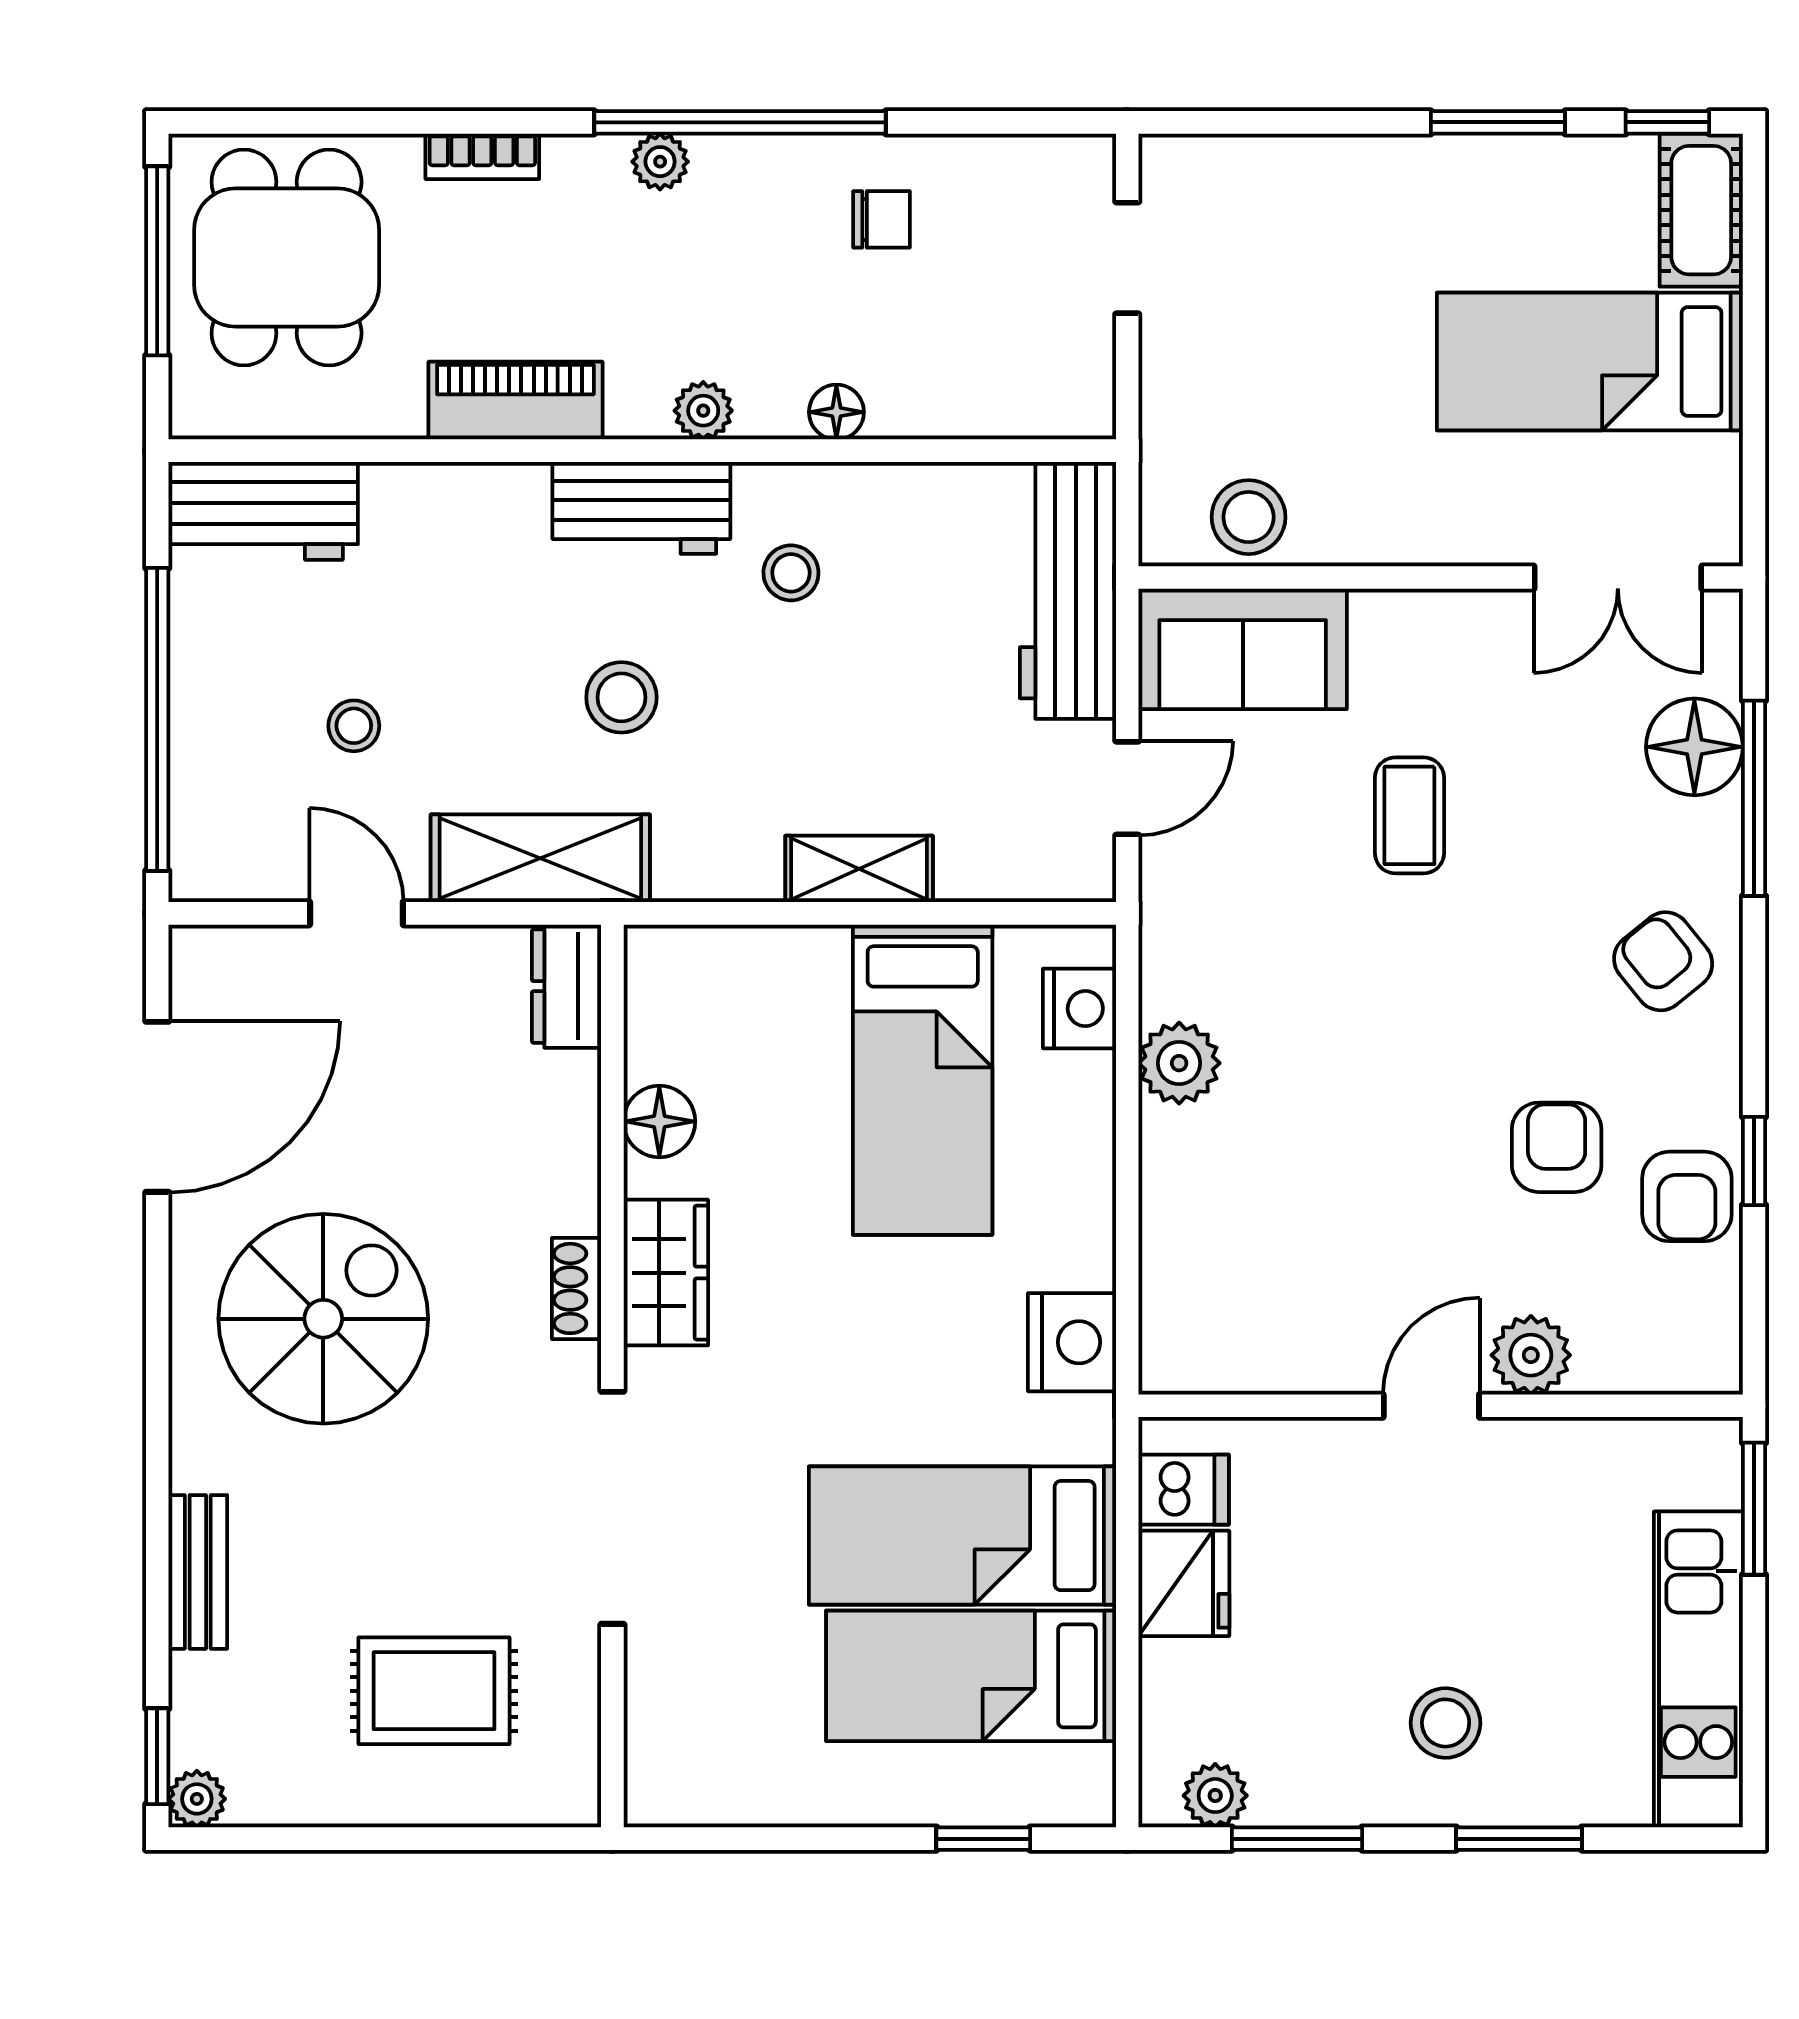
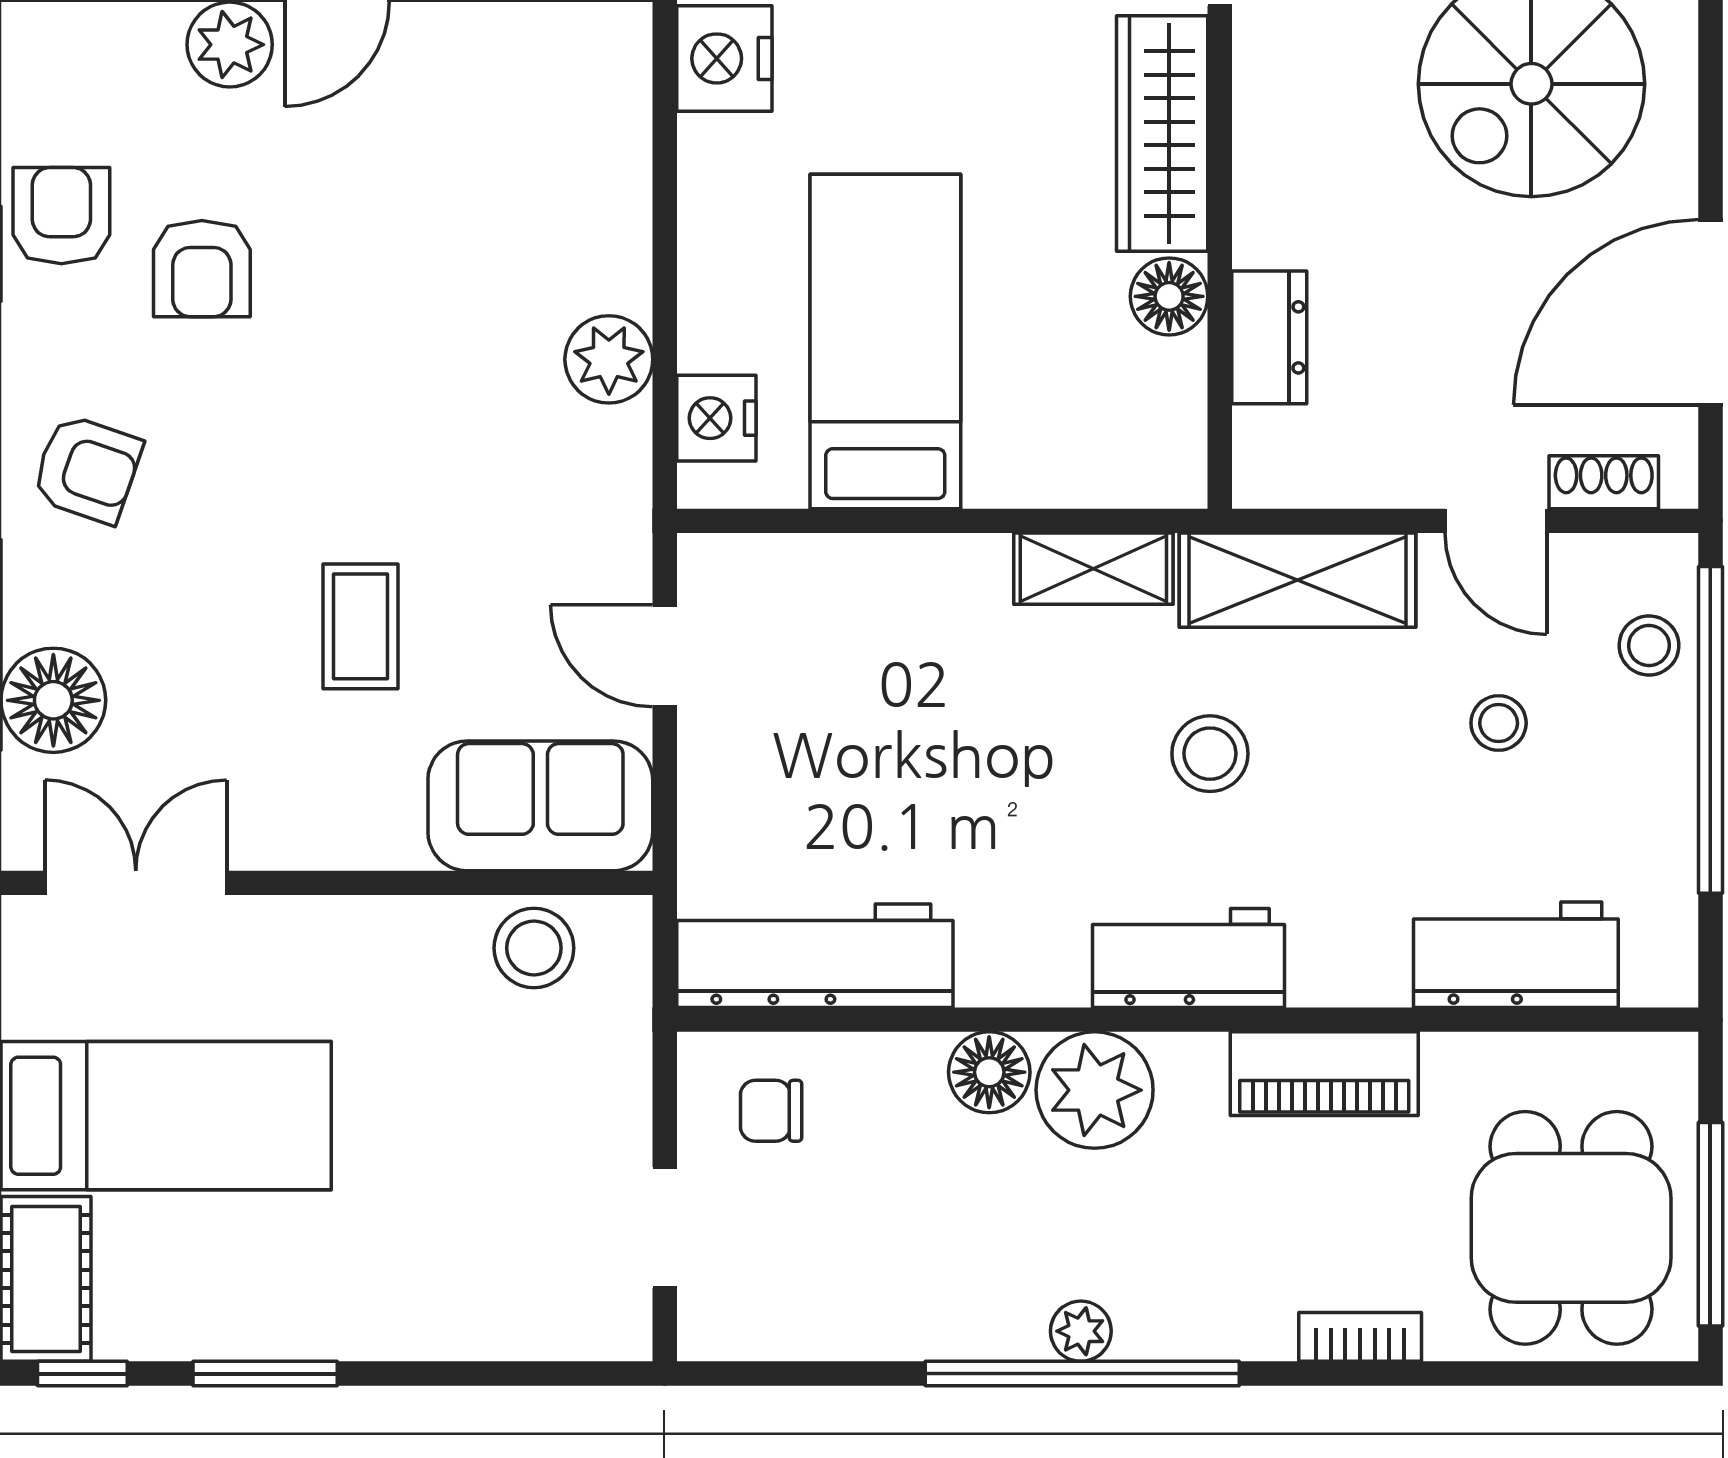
plant: (660, 162) -> (1081, 1331), moved
chair: (882, 219) -> (771, 1111), moved
plant: (703, 411) -> (1095, 1090), width x1.87, depth x1.87
floor lamp: (836, 412) -> (989, 1072), width x1.37, depth x1.37
workbench: (263, 511) -> (1516, 955), moved
stool: (791, 573) -> (1649, 646), moved
workbench: (1068, 591) -> (815, 956), moved, turned -90
door: (1127, 788) -> (665, 656), hinge flipped
shelving: (859, 869) -> (1093, 569), moved
armchair: (1663, 961) -> (87, 469), turned -32
dresser: (567, 986) -> (1269, 337), moved
wardrobe: (666, 1273) -> (1162, 134), width x1.50
shoe rack: (577, 1288) -> (1604, 482), moved, turned -90

